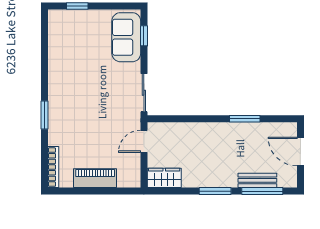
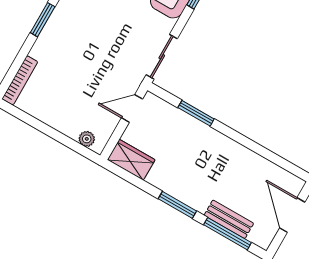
window: (245, 119) -> (196, 113), moved
piano: (95, 178) -> (58, 118), removed
plant: (124, 181) -> (87, 139), added

